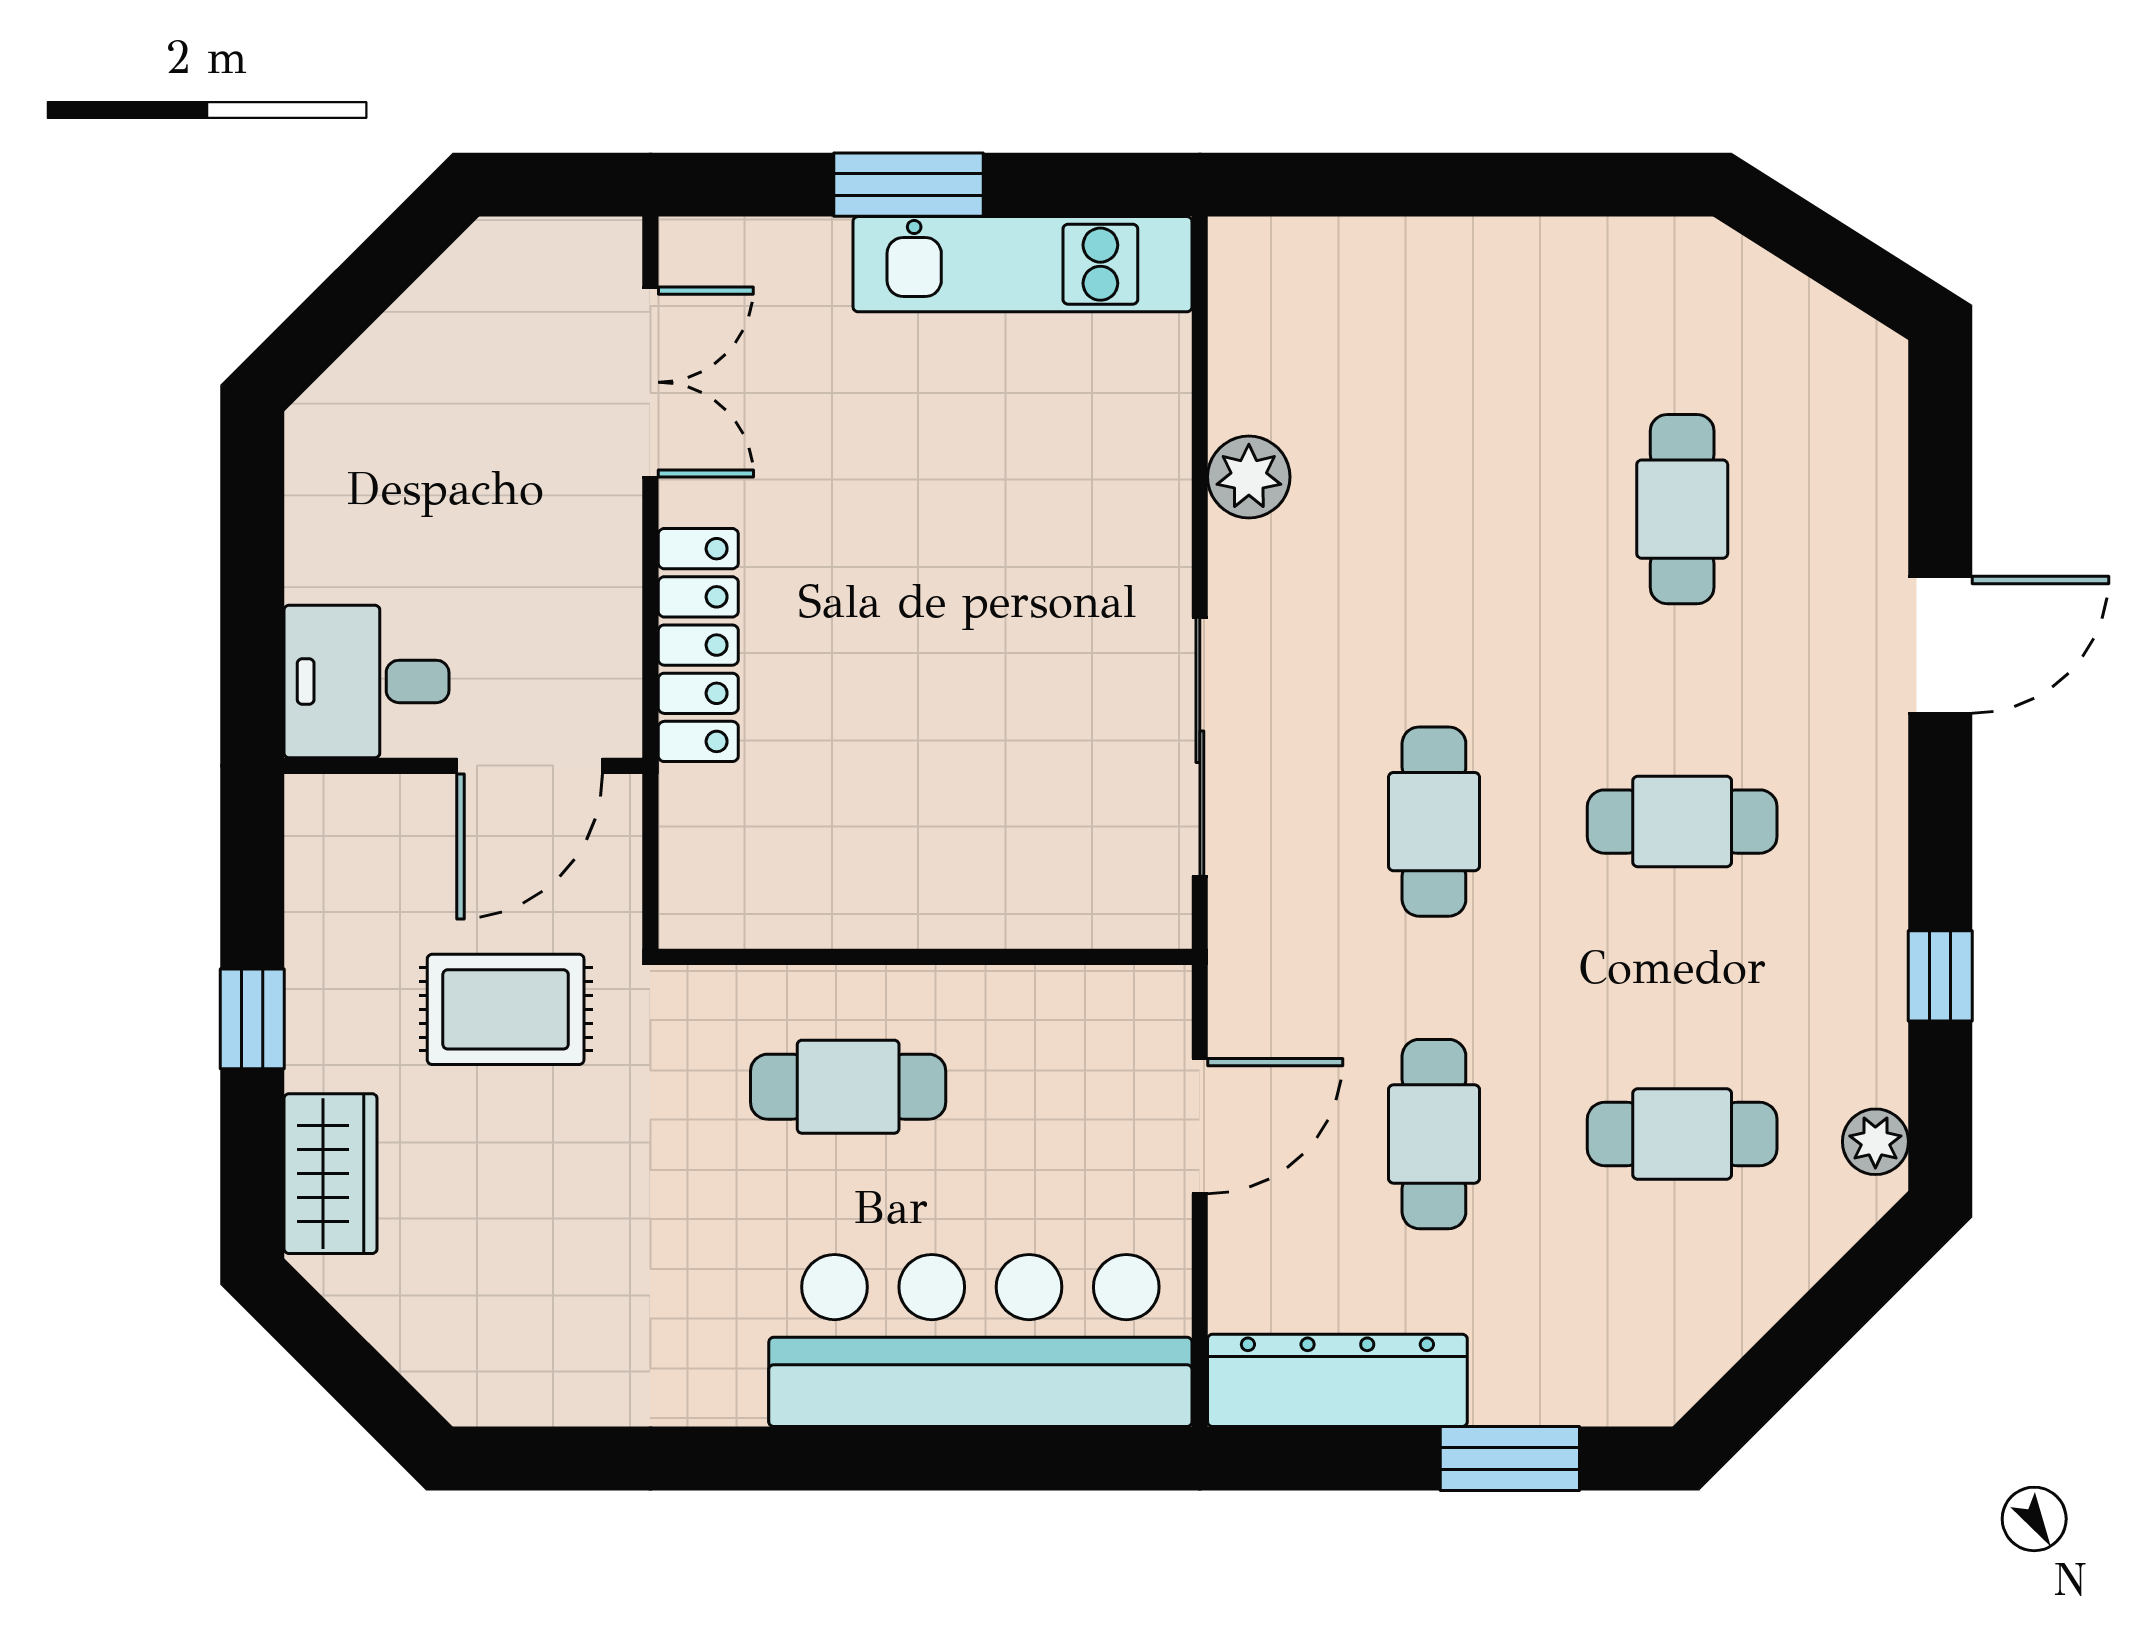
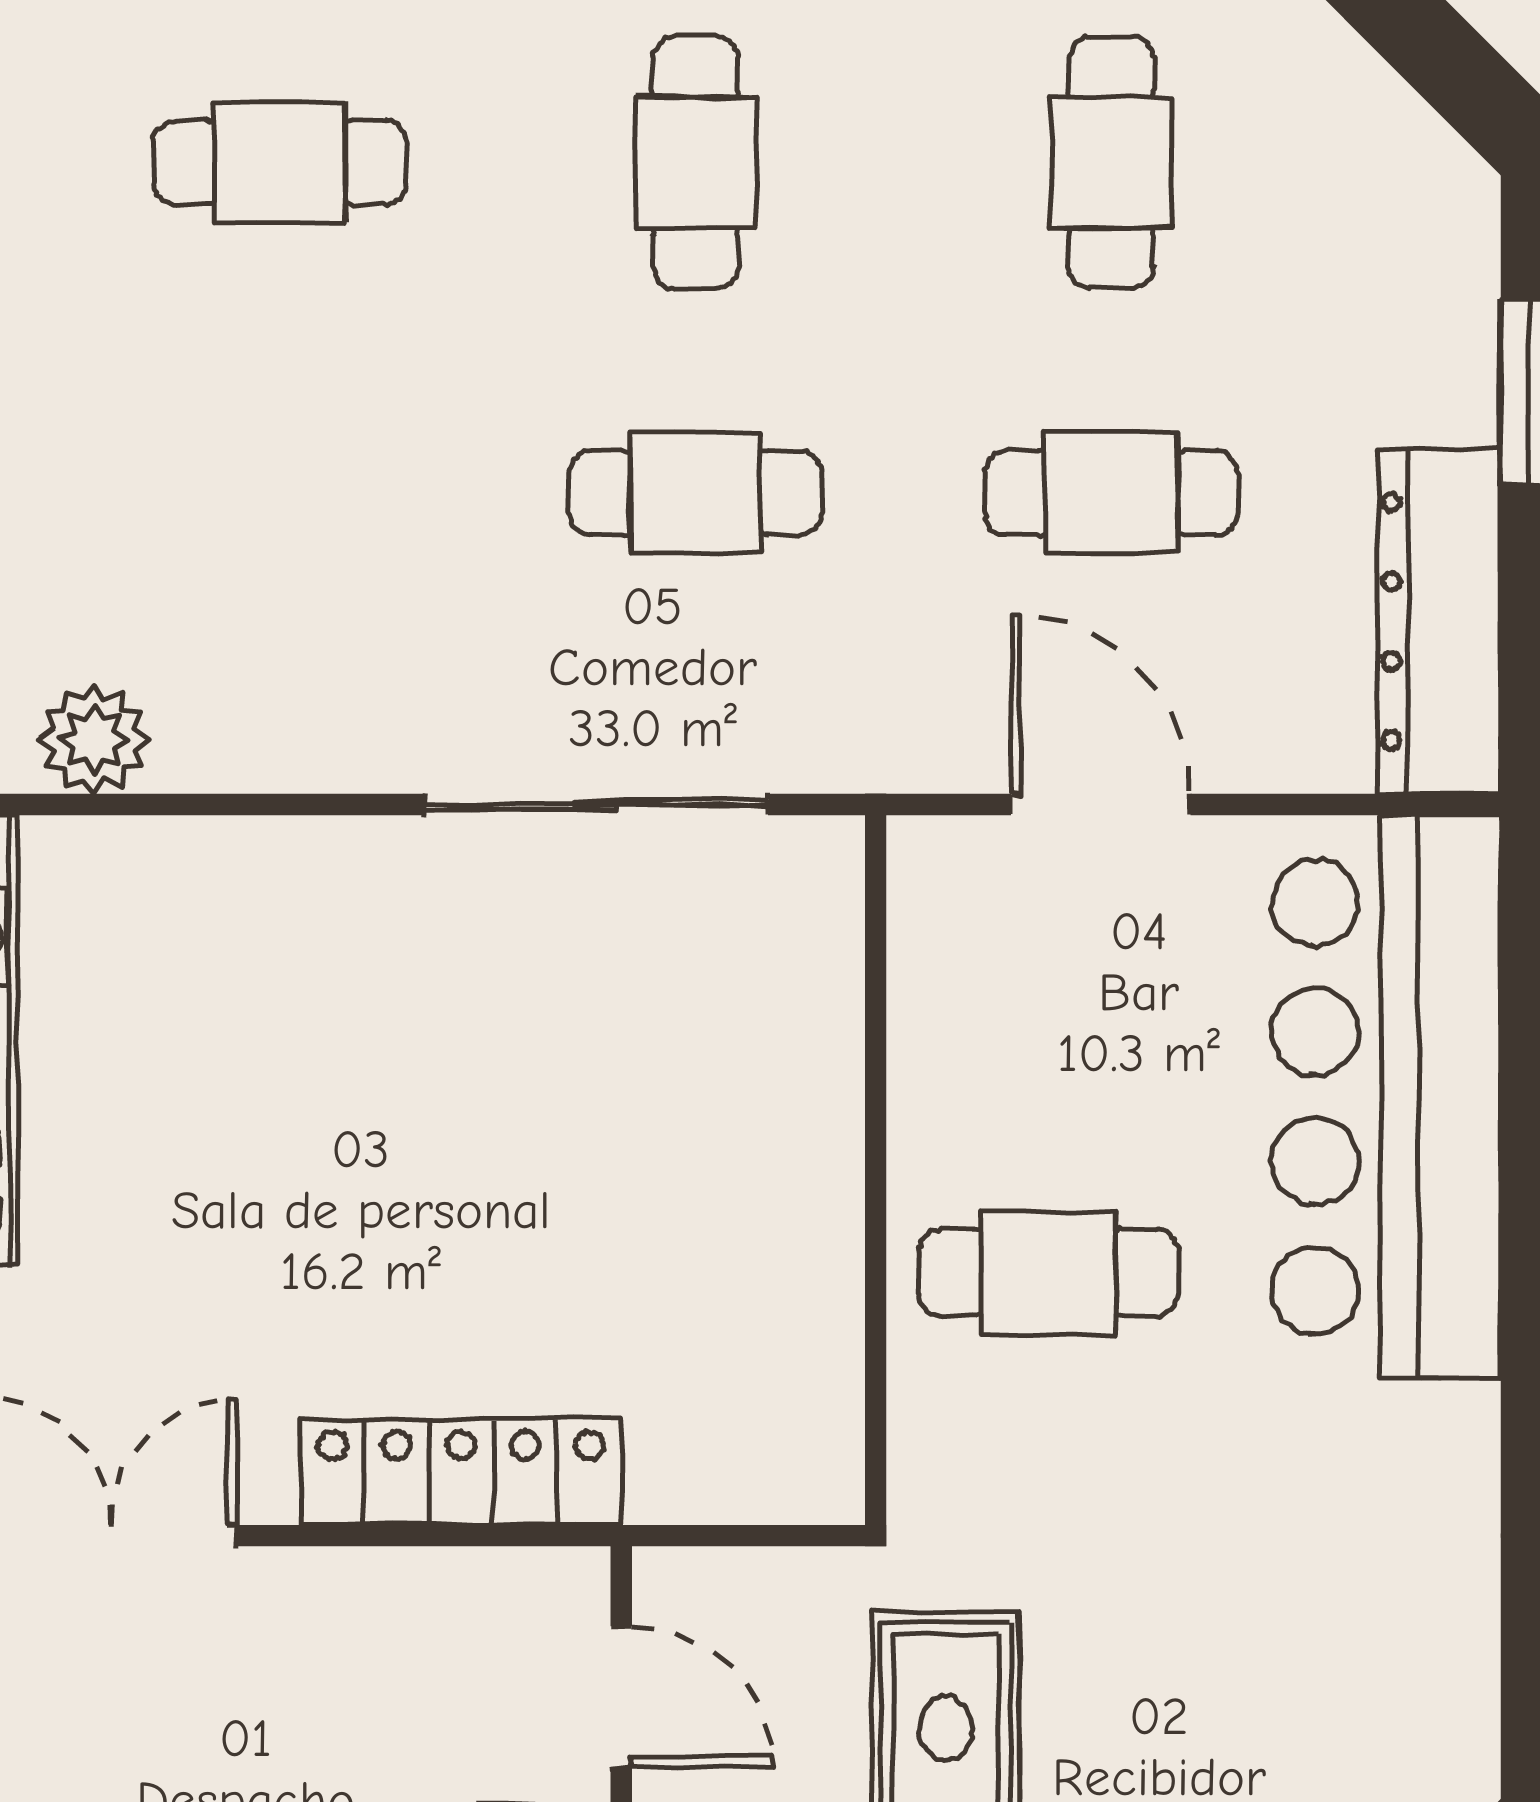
plant: (1249, 477) -> (94, 739), moved
door: (530, 766) -> (621, 1696), width x0.73
cafe table: (848, 1087) -> (1048, 1273), turned 90

